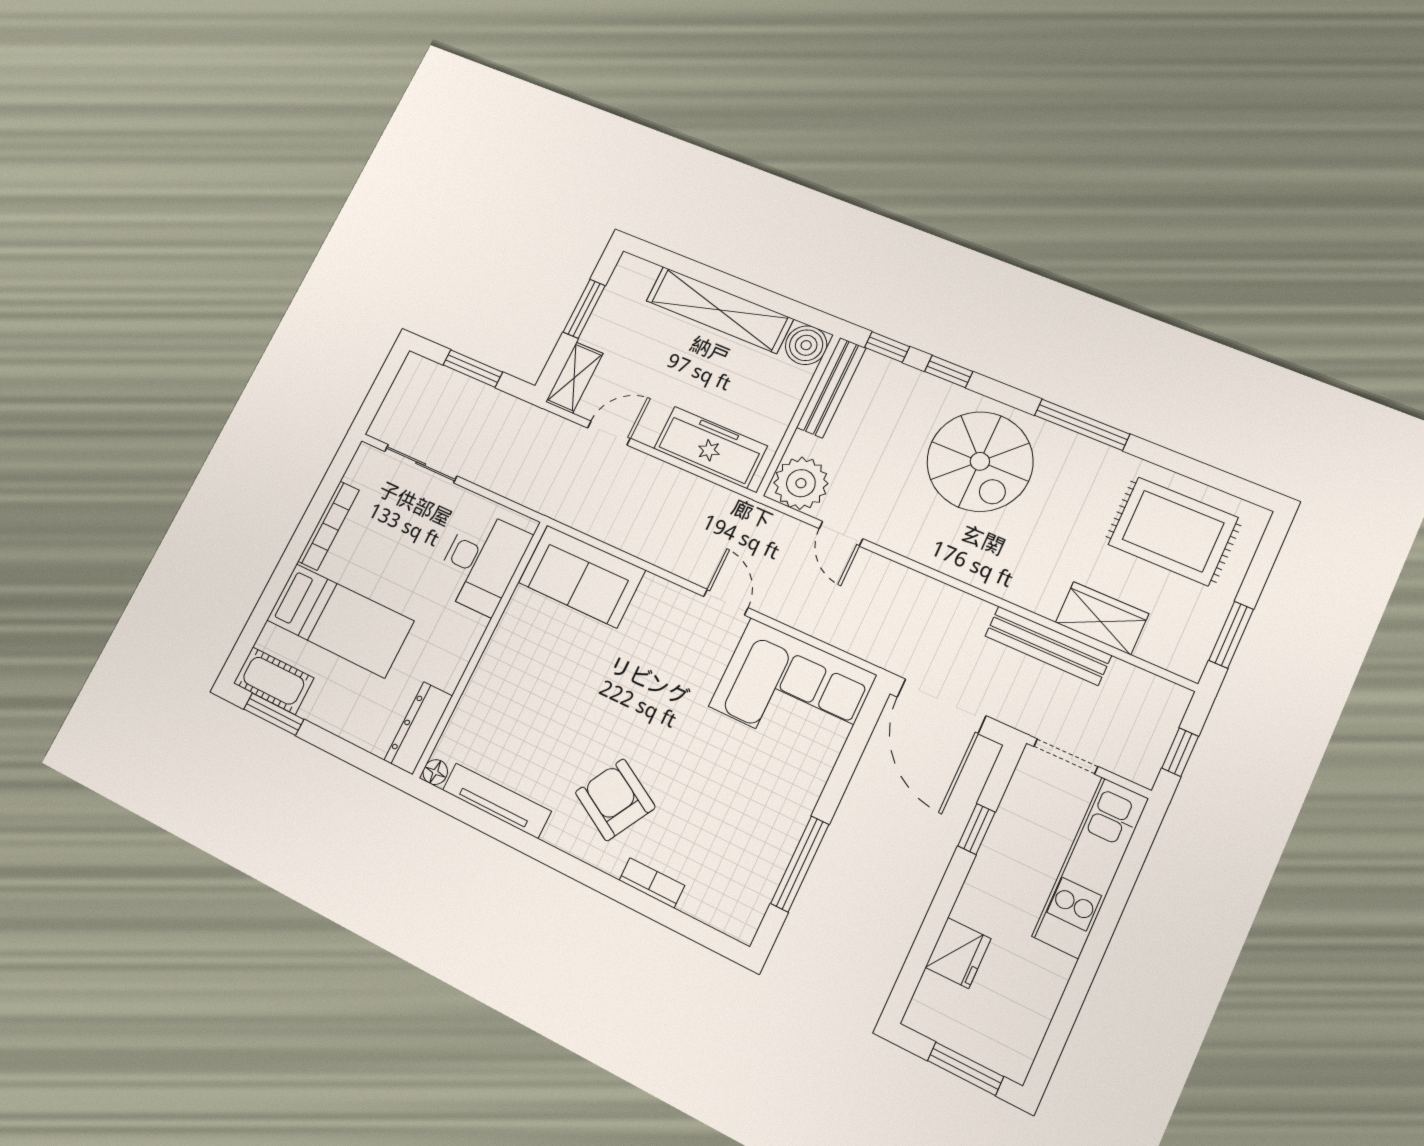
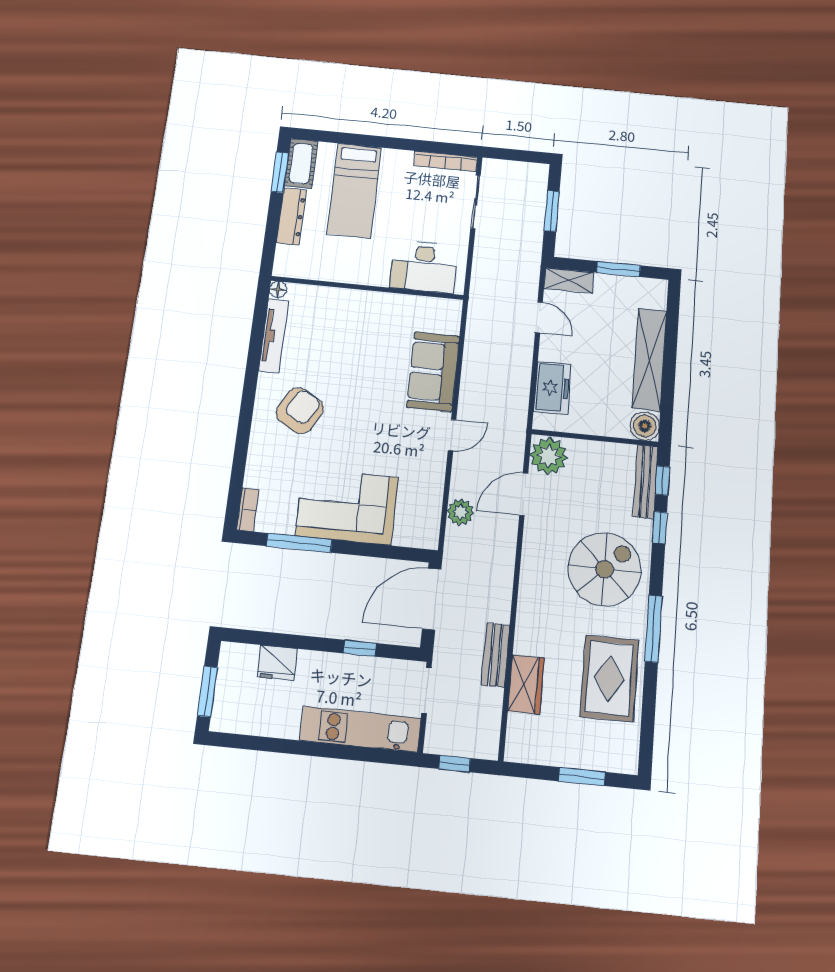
bench: (831, 388) -> (646, 482), moved, turned 90
freezer: (710, 447) -> (552, 388), width x0.71
spiral stairs: (980, 461) -> (605, 569), turned 180
bookcase: (329, 526) -> (446, 161), moved
rug: (1173, 531) -> (609, 678), moved
door: (841, 534) -> (524, 494), width x1.38
sofa: (582, 576) -> (433, 372), moved
plant: (835, 627) -> (460, 512), added
window: (1231, 635) -> (582, 777), moved
bench: (1048, 646) -> (495, 655), width x0.73
corner sofa: (792, 691) -> (347, 507), moved, turned 90
dresser: (418, 728) -> (291, 216), moved, turned 90
bookcase: (652, 883) -> (248, 510), moved

